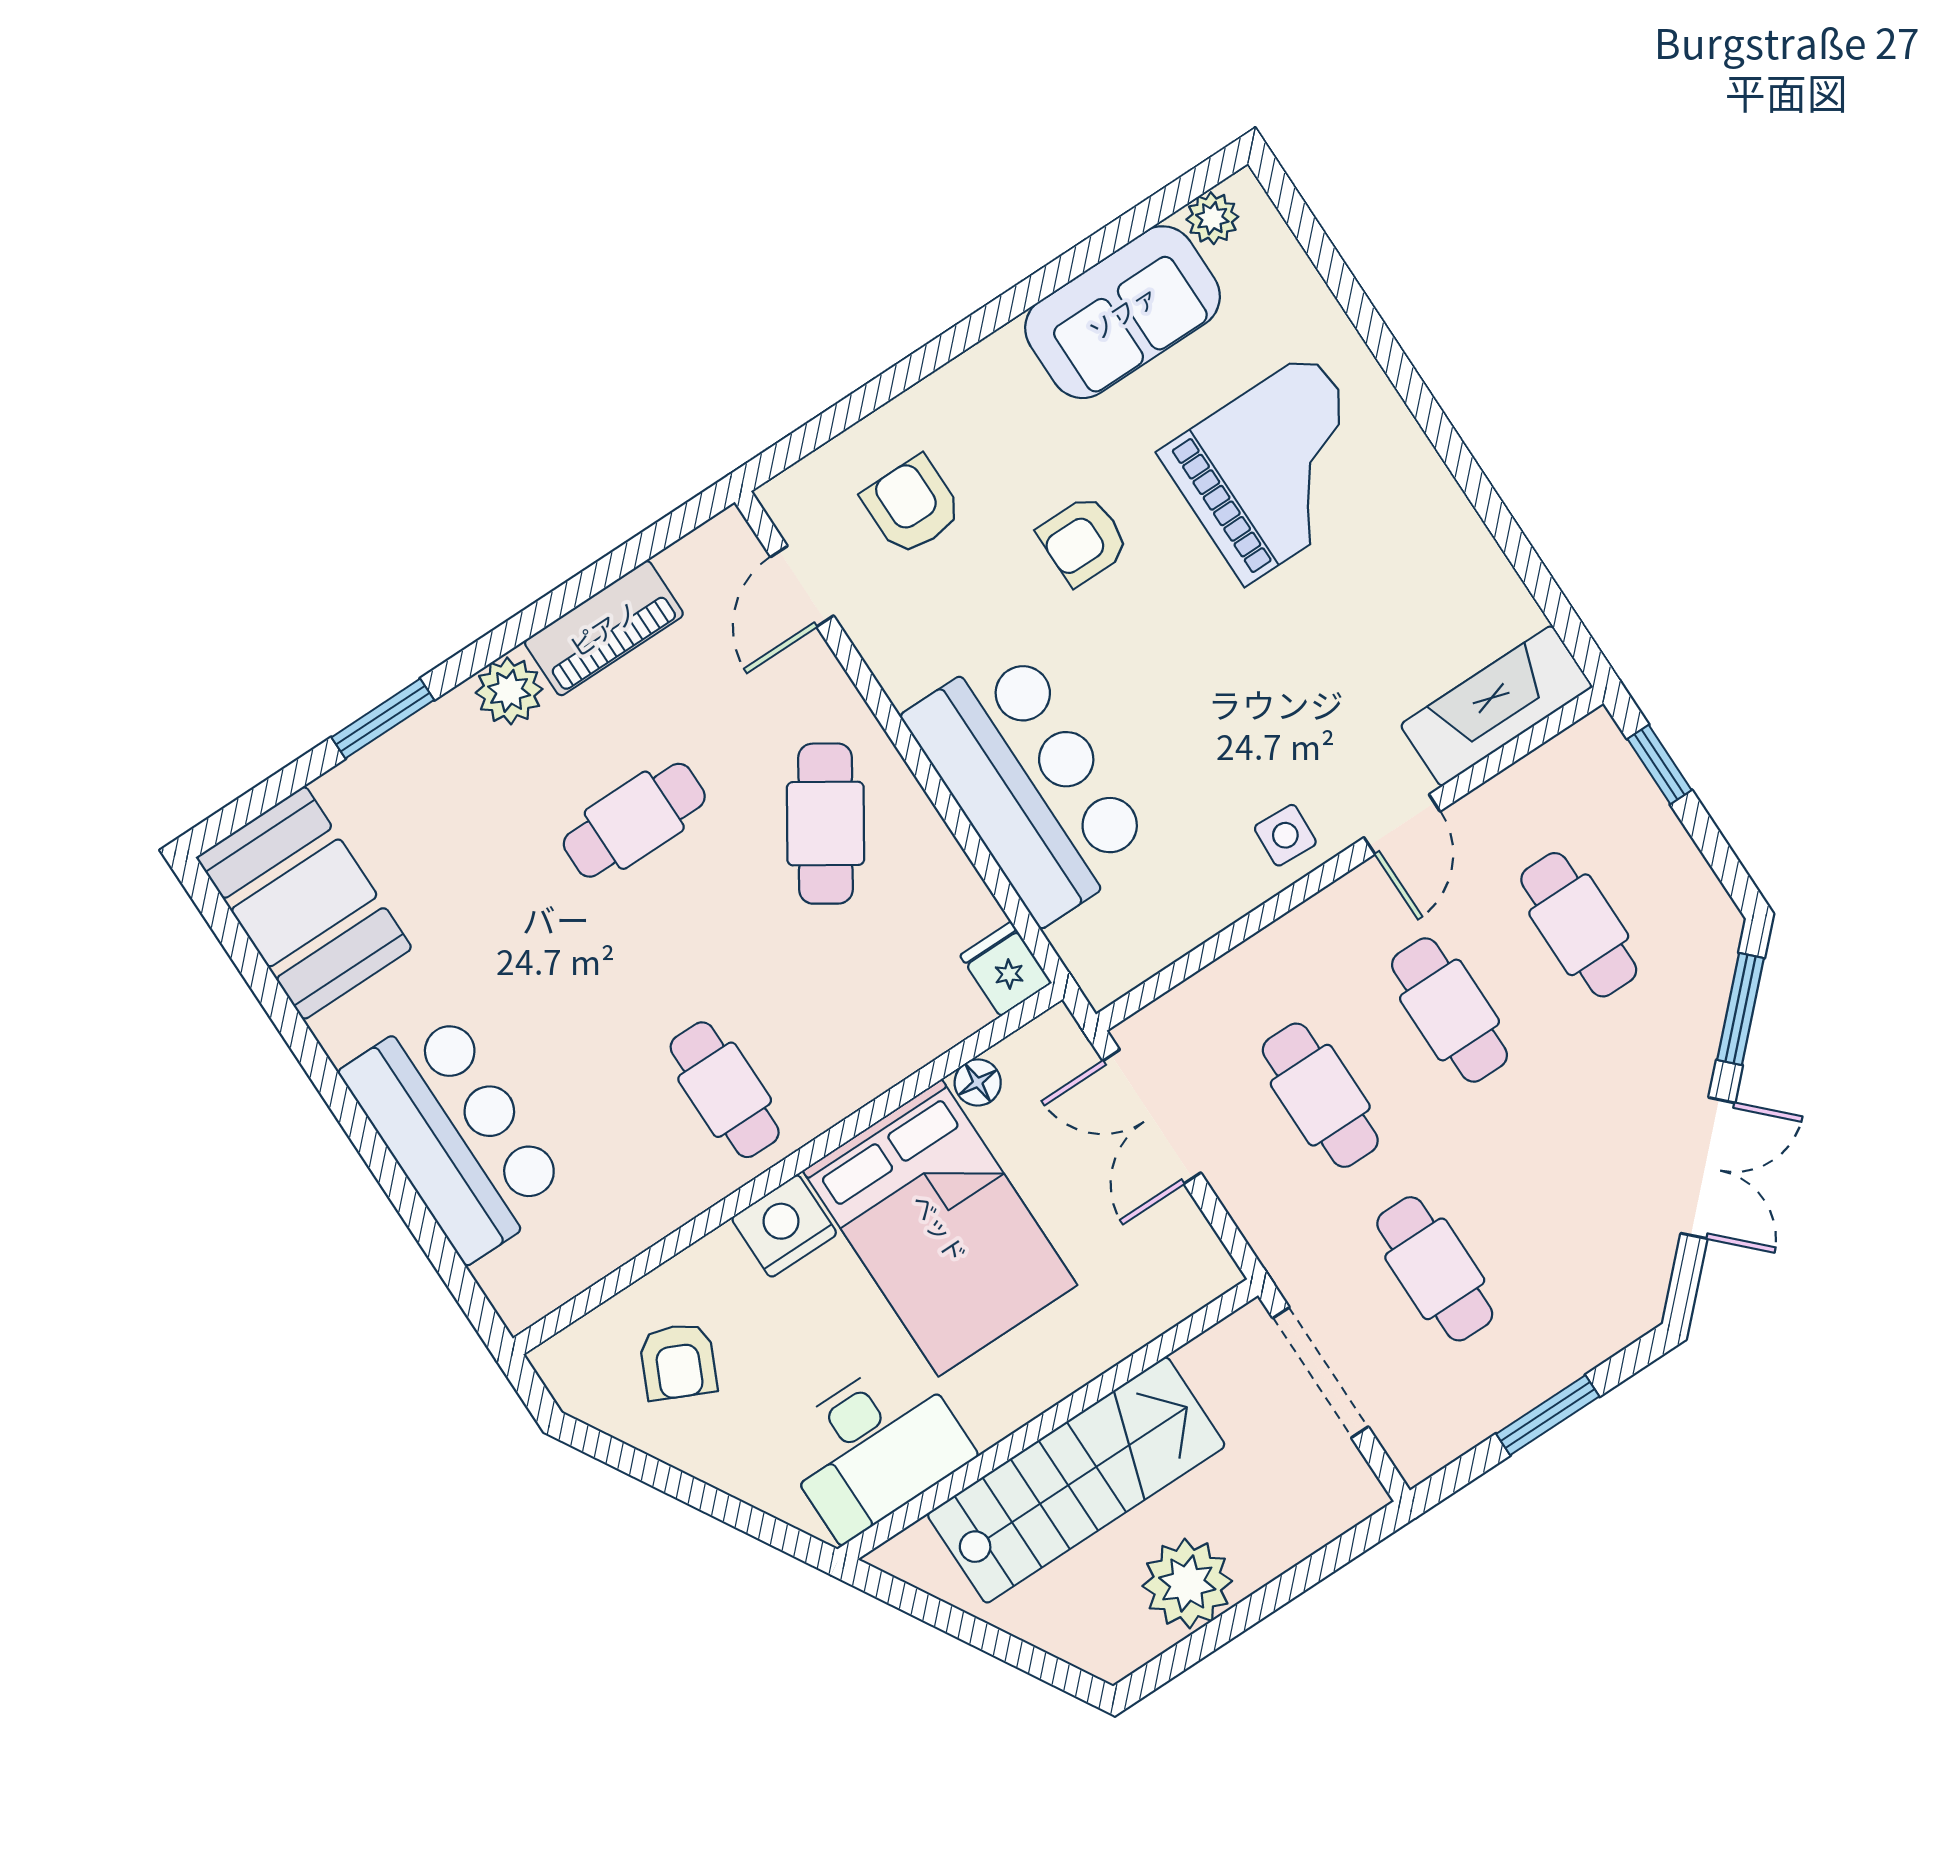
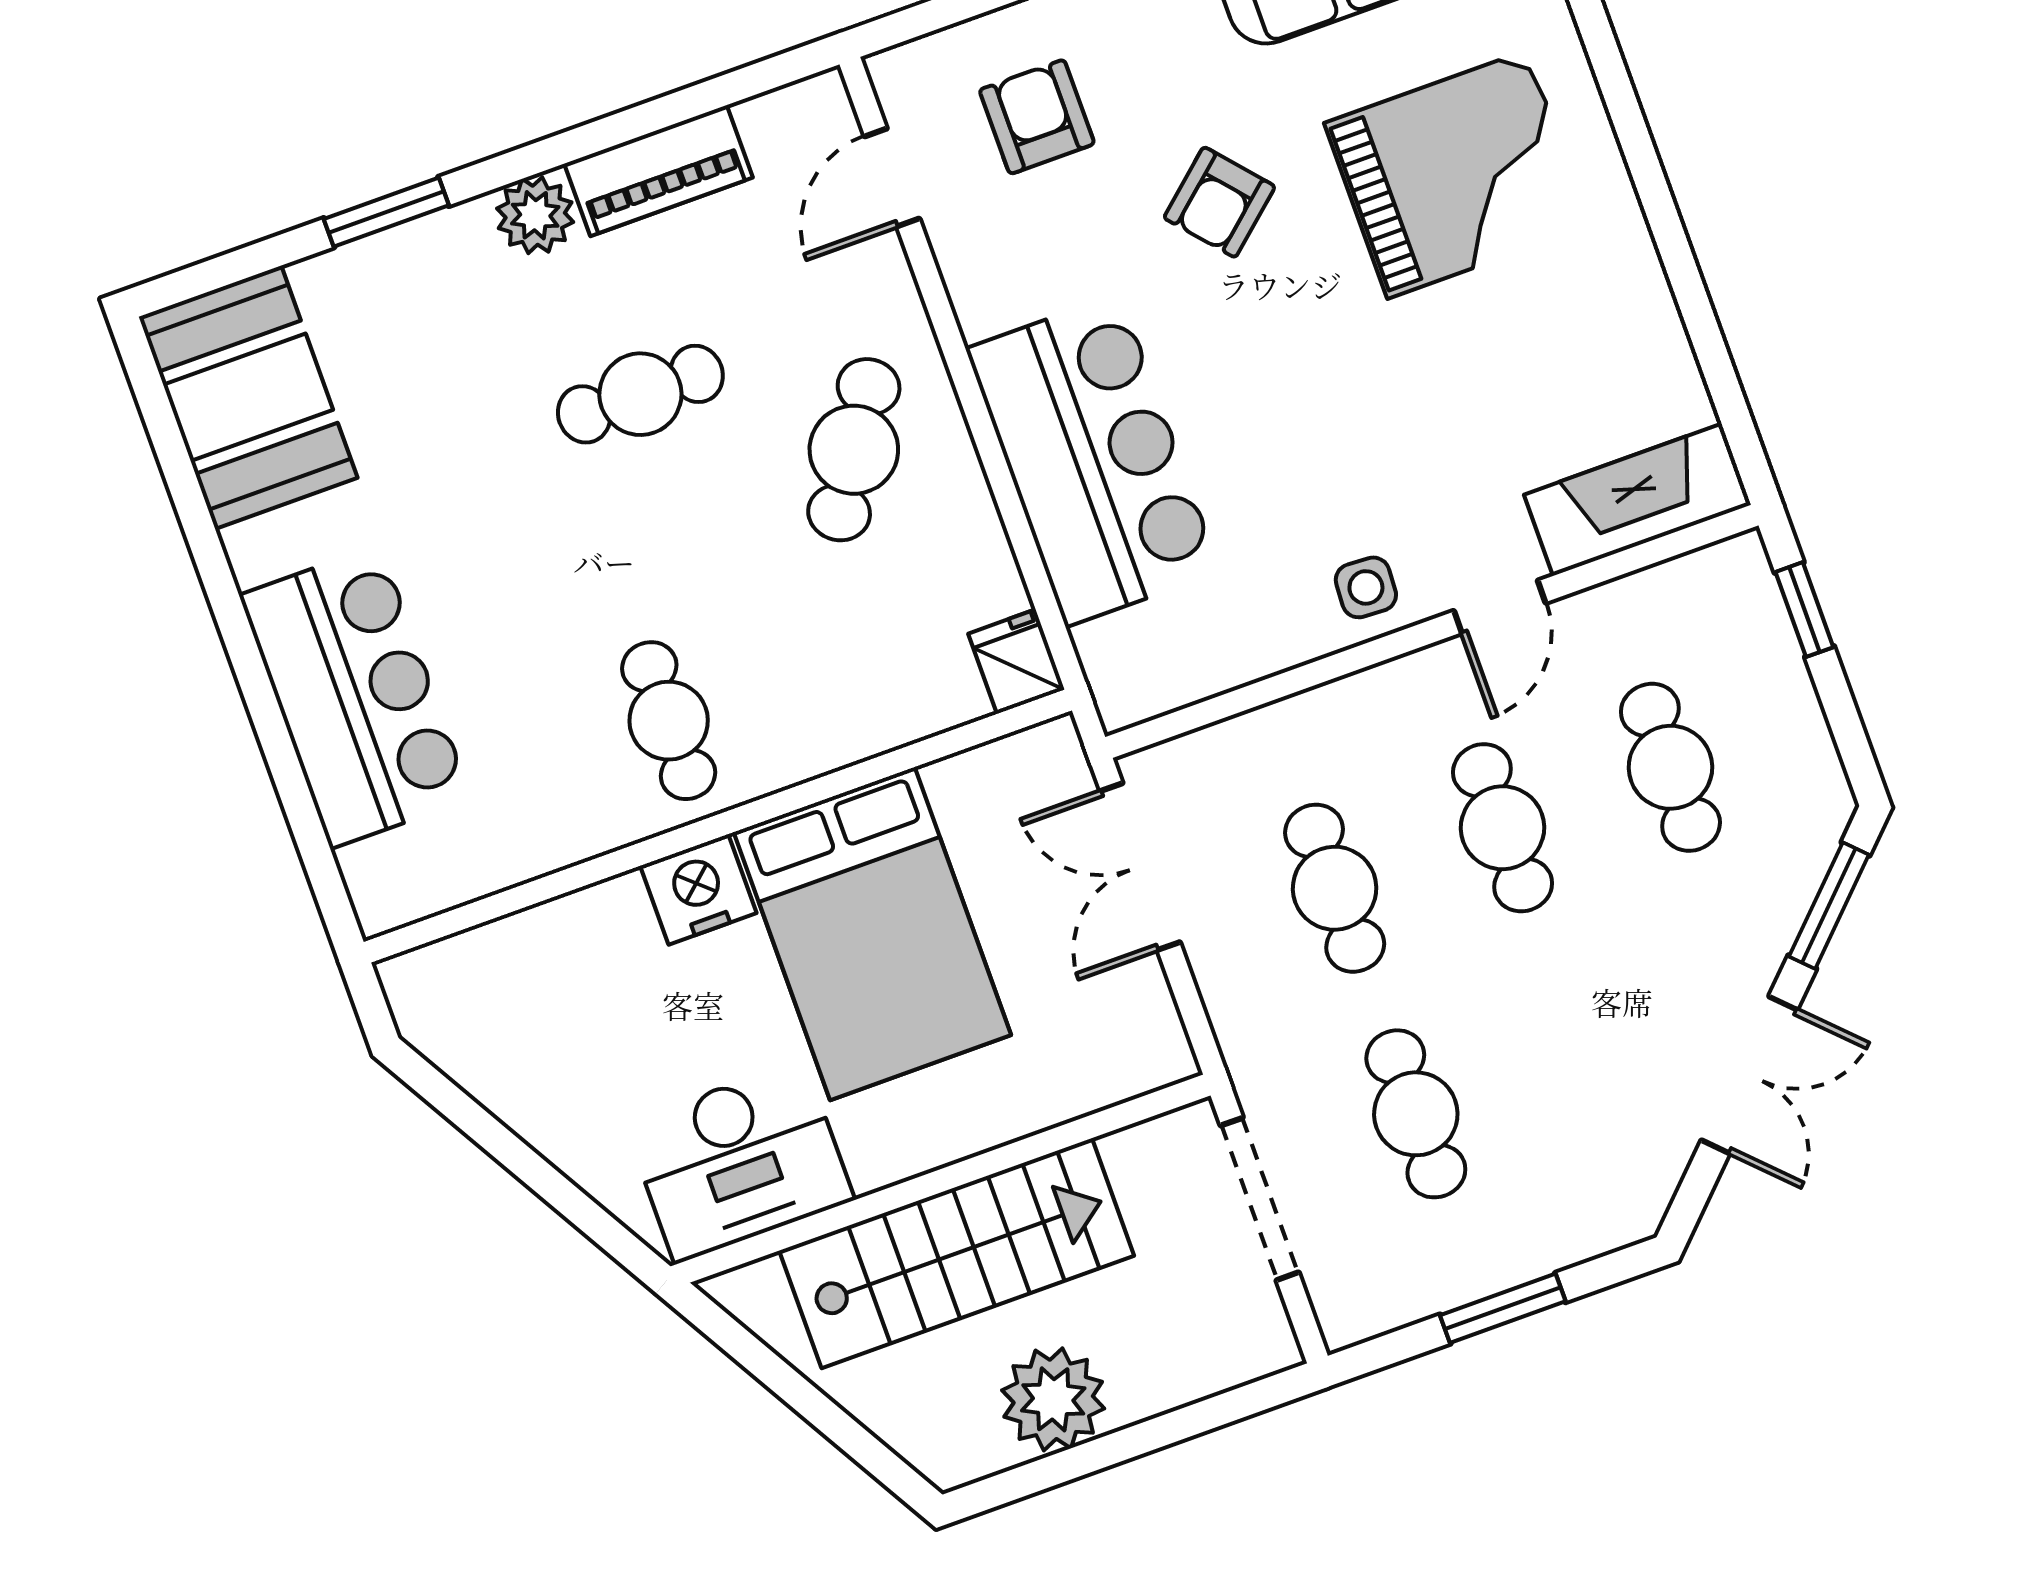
armchair: (1083, 540) -> (1219, 202), turned -41
floor lamp: (978, 1082) -> (954, 781), removed
armchair: (678, 1361) -> (543, 1013), removed

